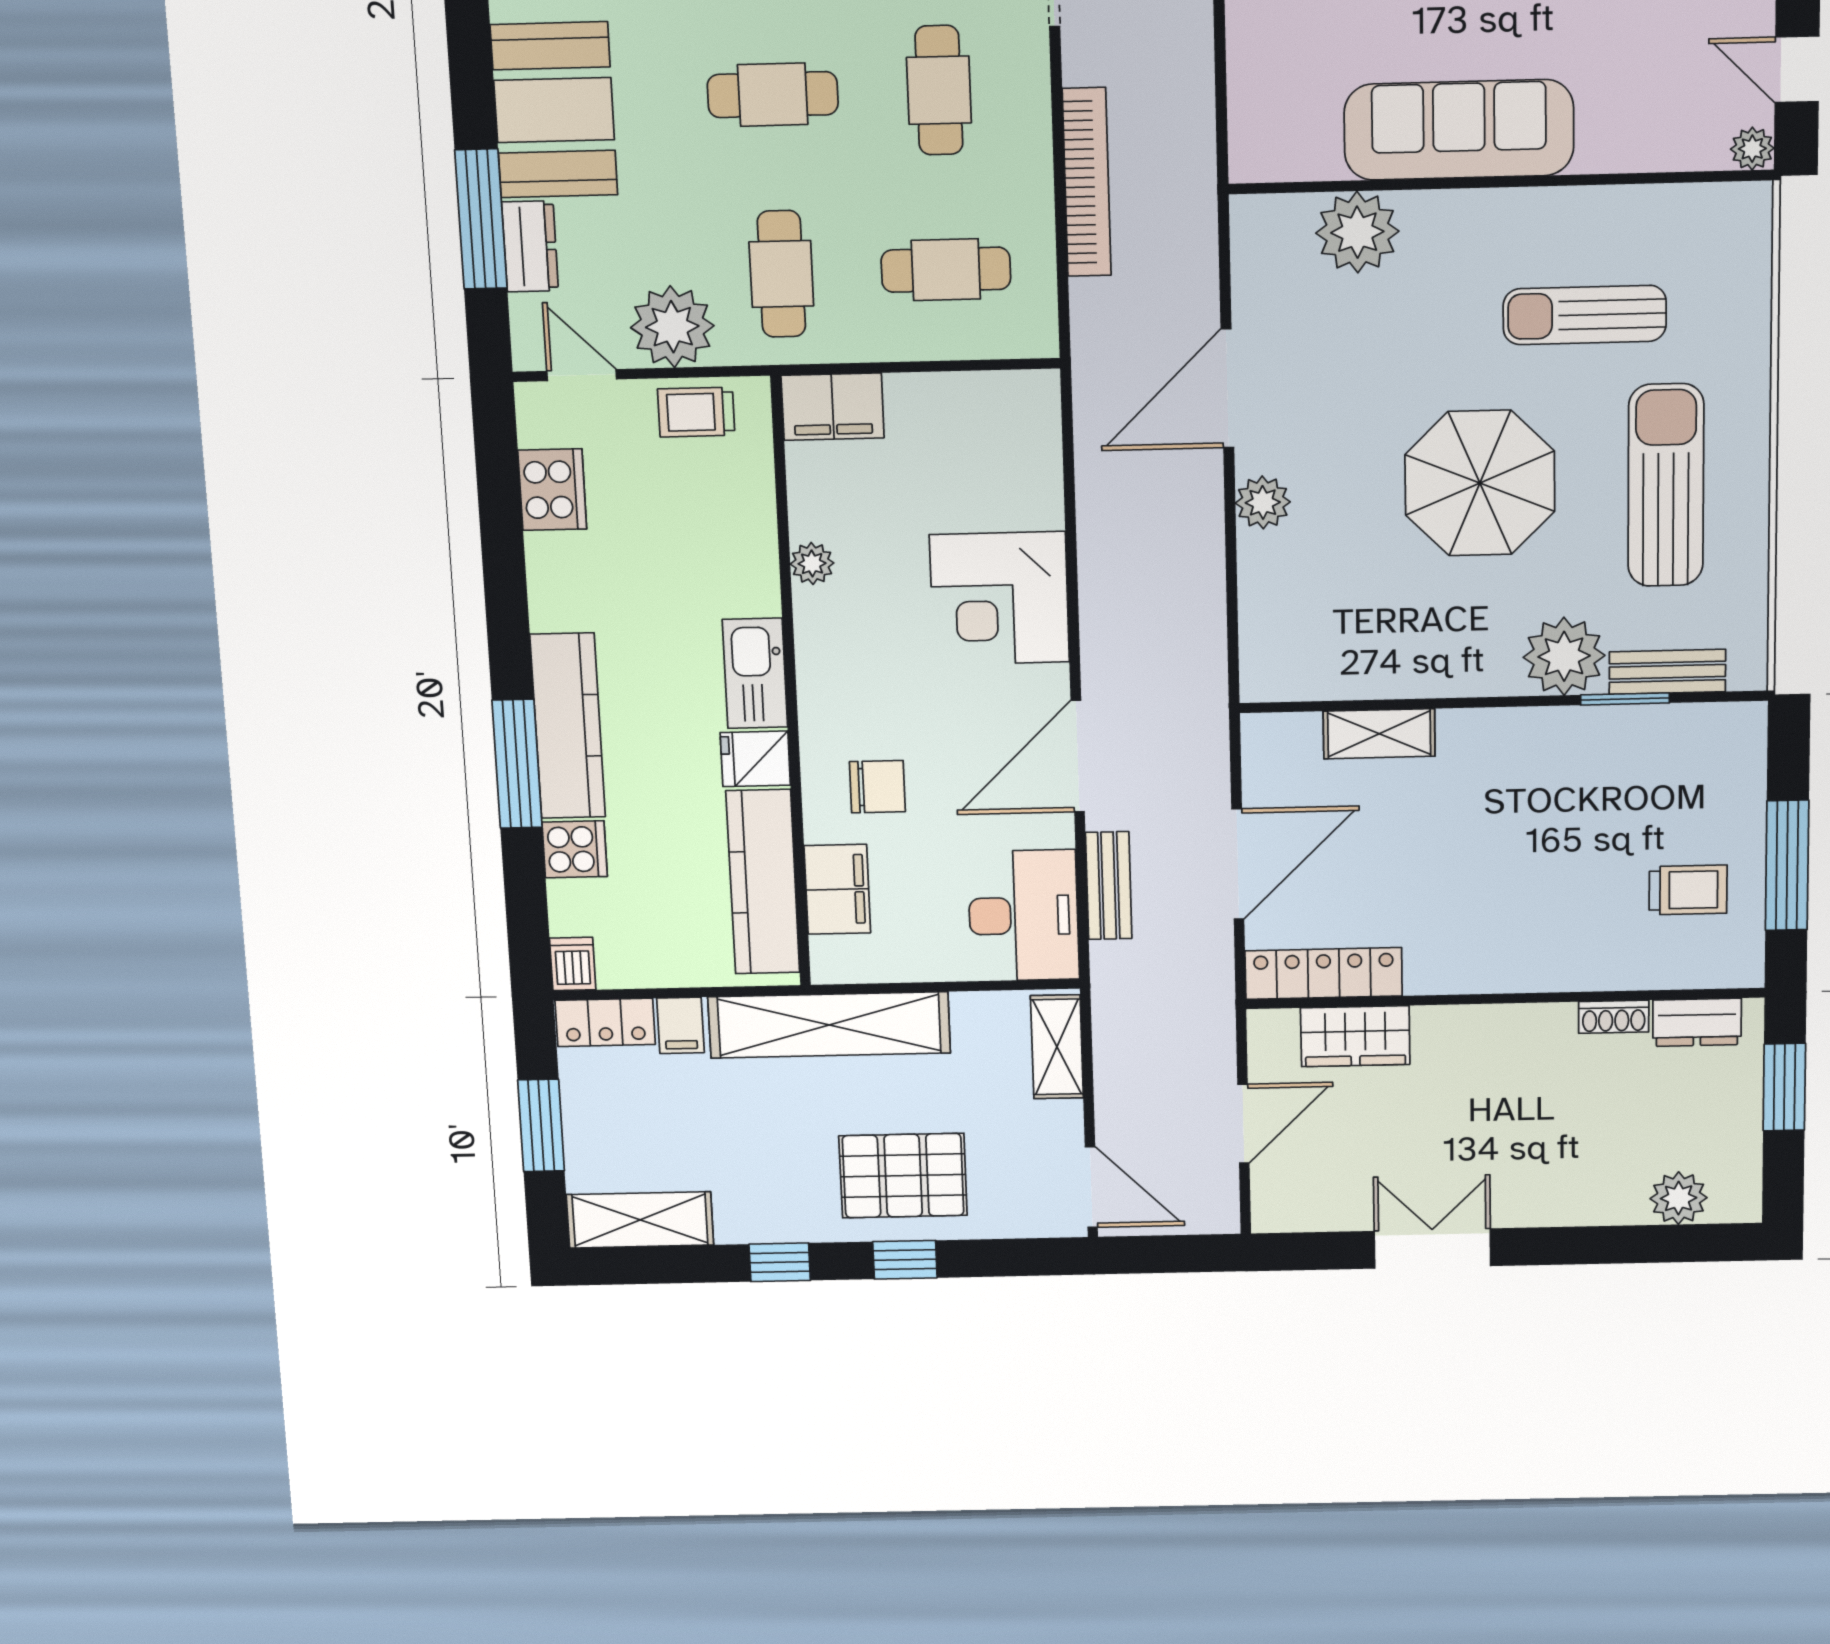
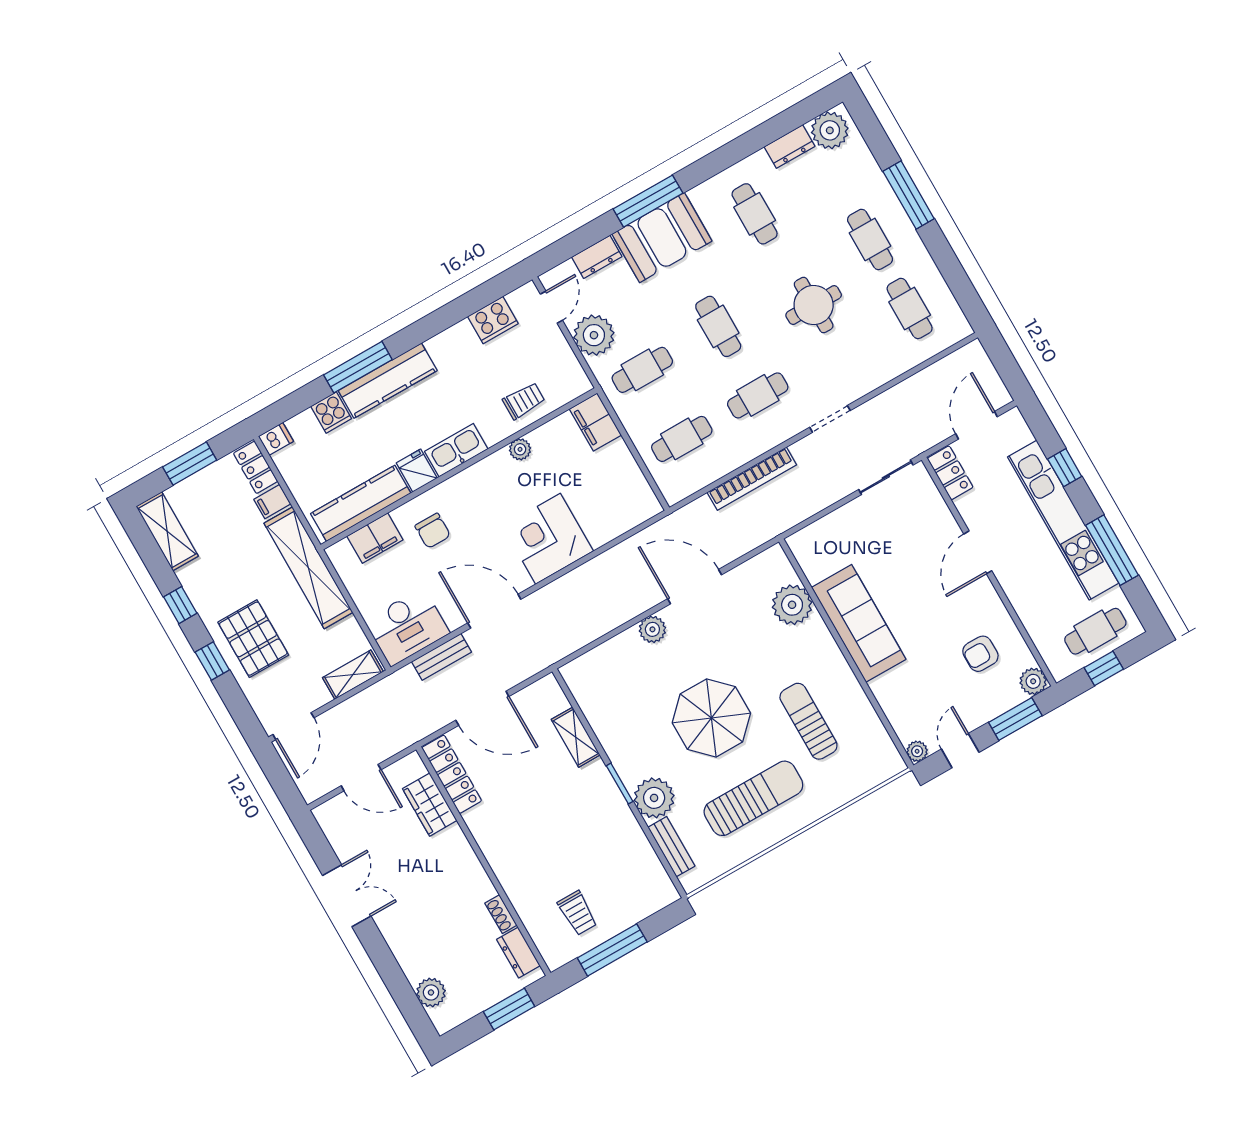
window: (481, 219) -> (648, 201), moved
cafe table: (946, 270) -> (682, 439), turned 90
trolley: (696, 412) -> (524, 401), moved, turned 90
window: (1625, 699) -> (620, 784), moved

